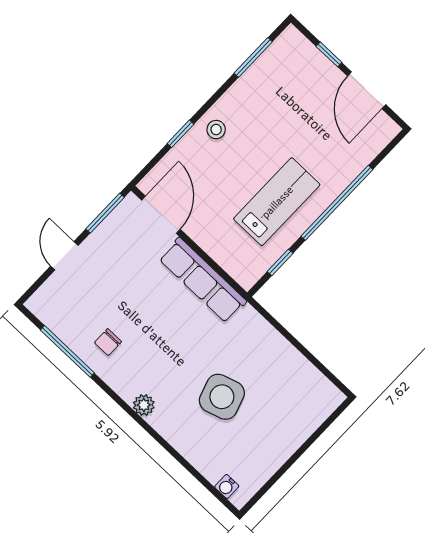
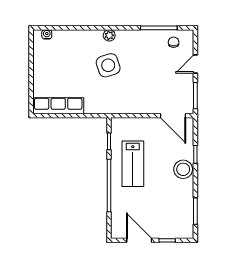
stool: (216, 130) -> (183, 169), width x1.89, depth x1.89
door: (64, 256) -> (195, 64), swing flipped
row of seats: (203, 280) -> (58, 106), moved
chair: (108, 342) -> (174, 42), moved
side table: (222, 397) -> (108, 65), moved

